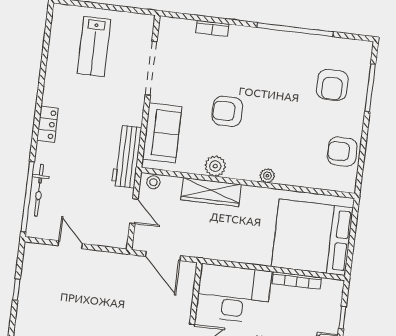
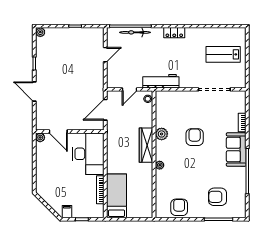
sofa: (162, 133) -> (236, 149), moved, turned 90
wardrobe: (211, 192) -> (146, 145), moved
bed: (312, 237) -> (116, 196), width x0.49

